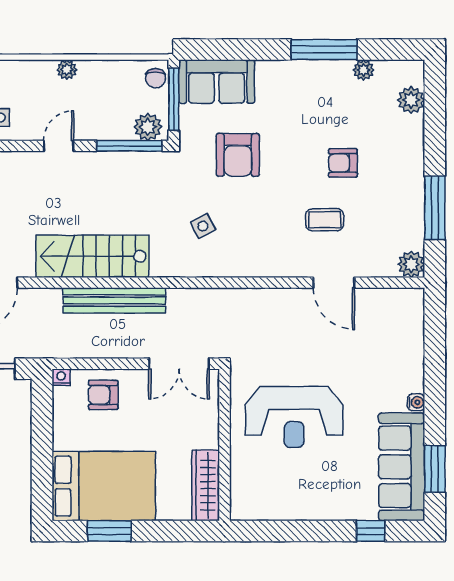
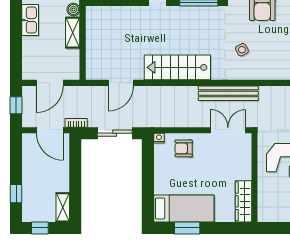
bench: (114, 300) -> (228, 93), moved
double door: (179, 364) -> (228, 130), swing flipped
bed: (104, 486) -> (184, 208), width x0.67

